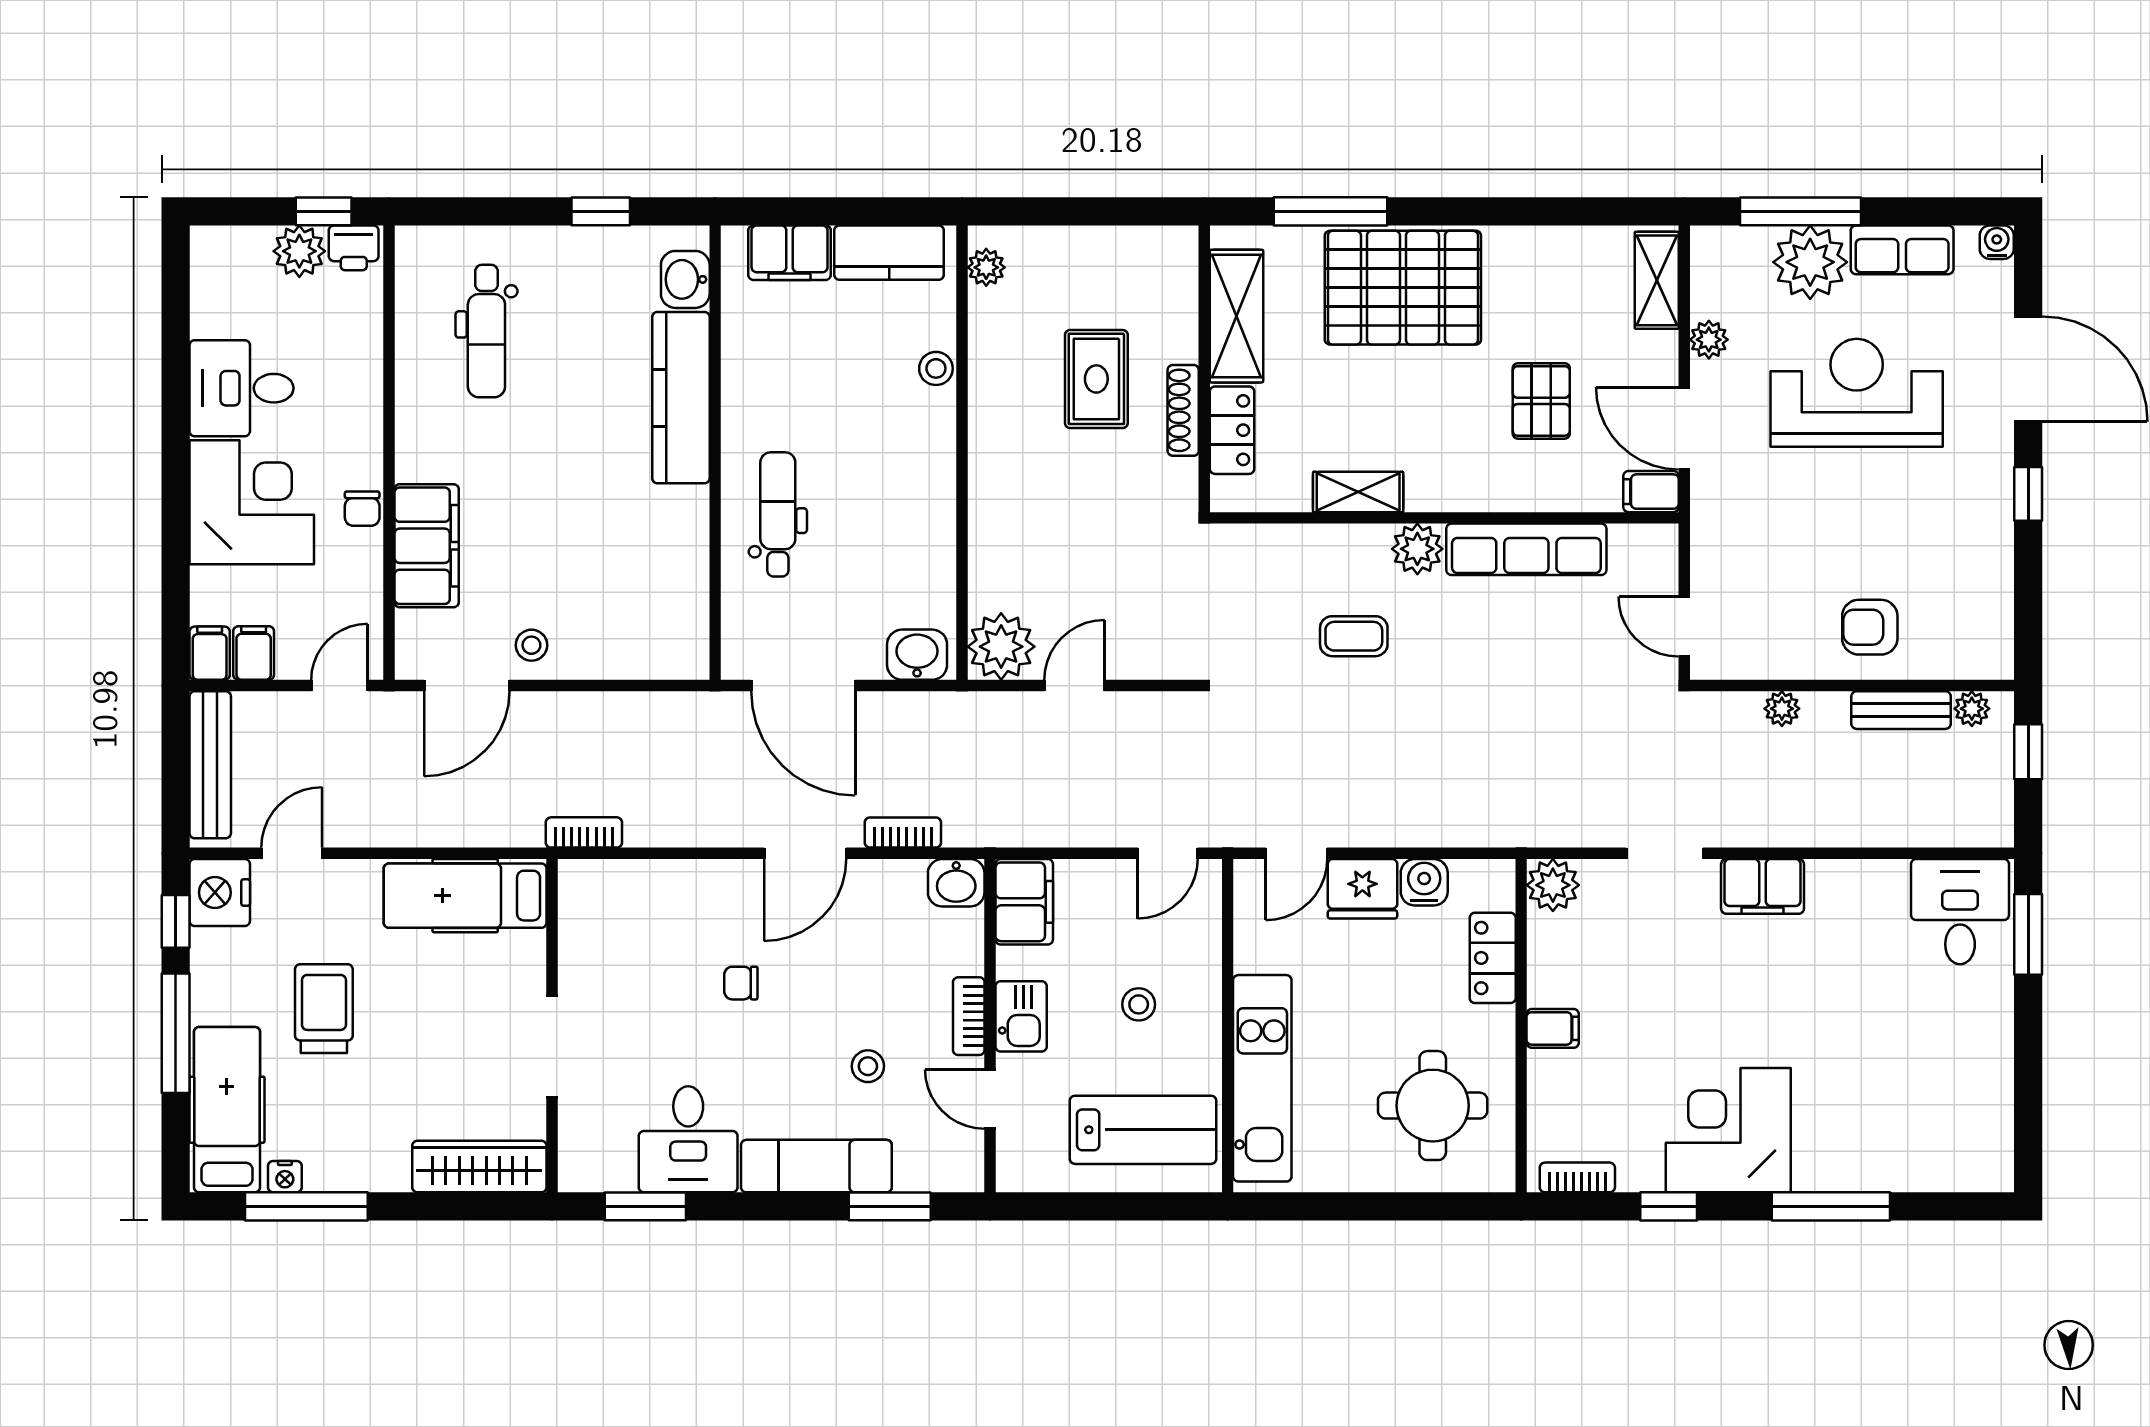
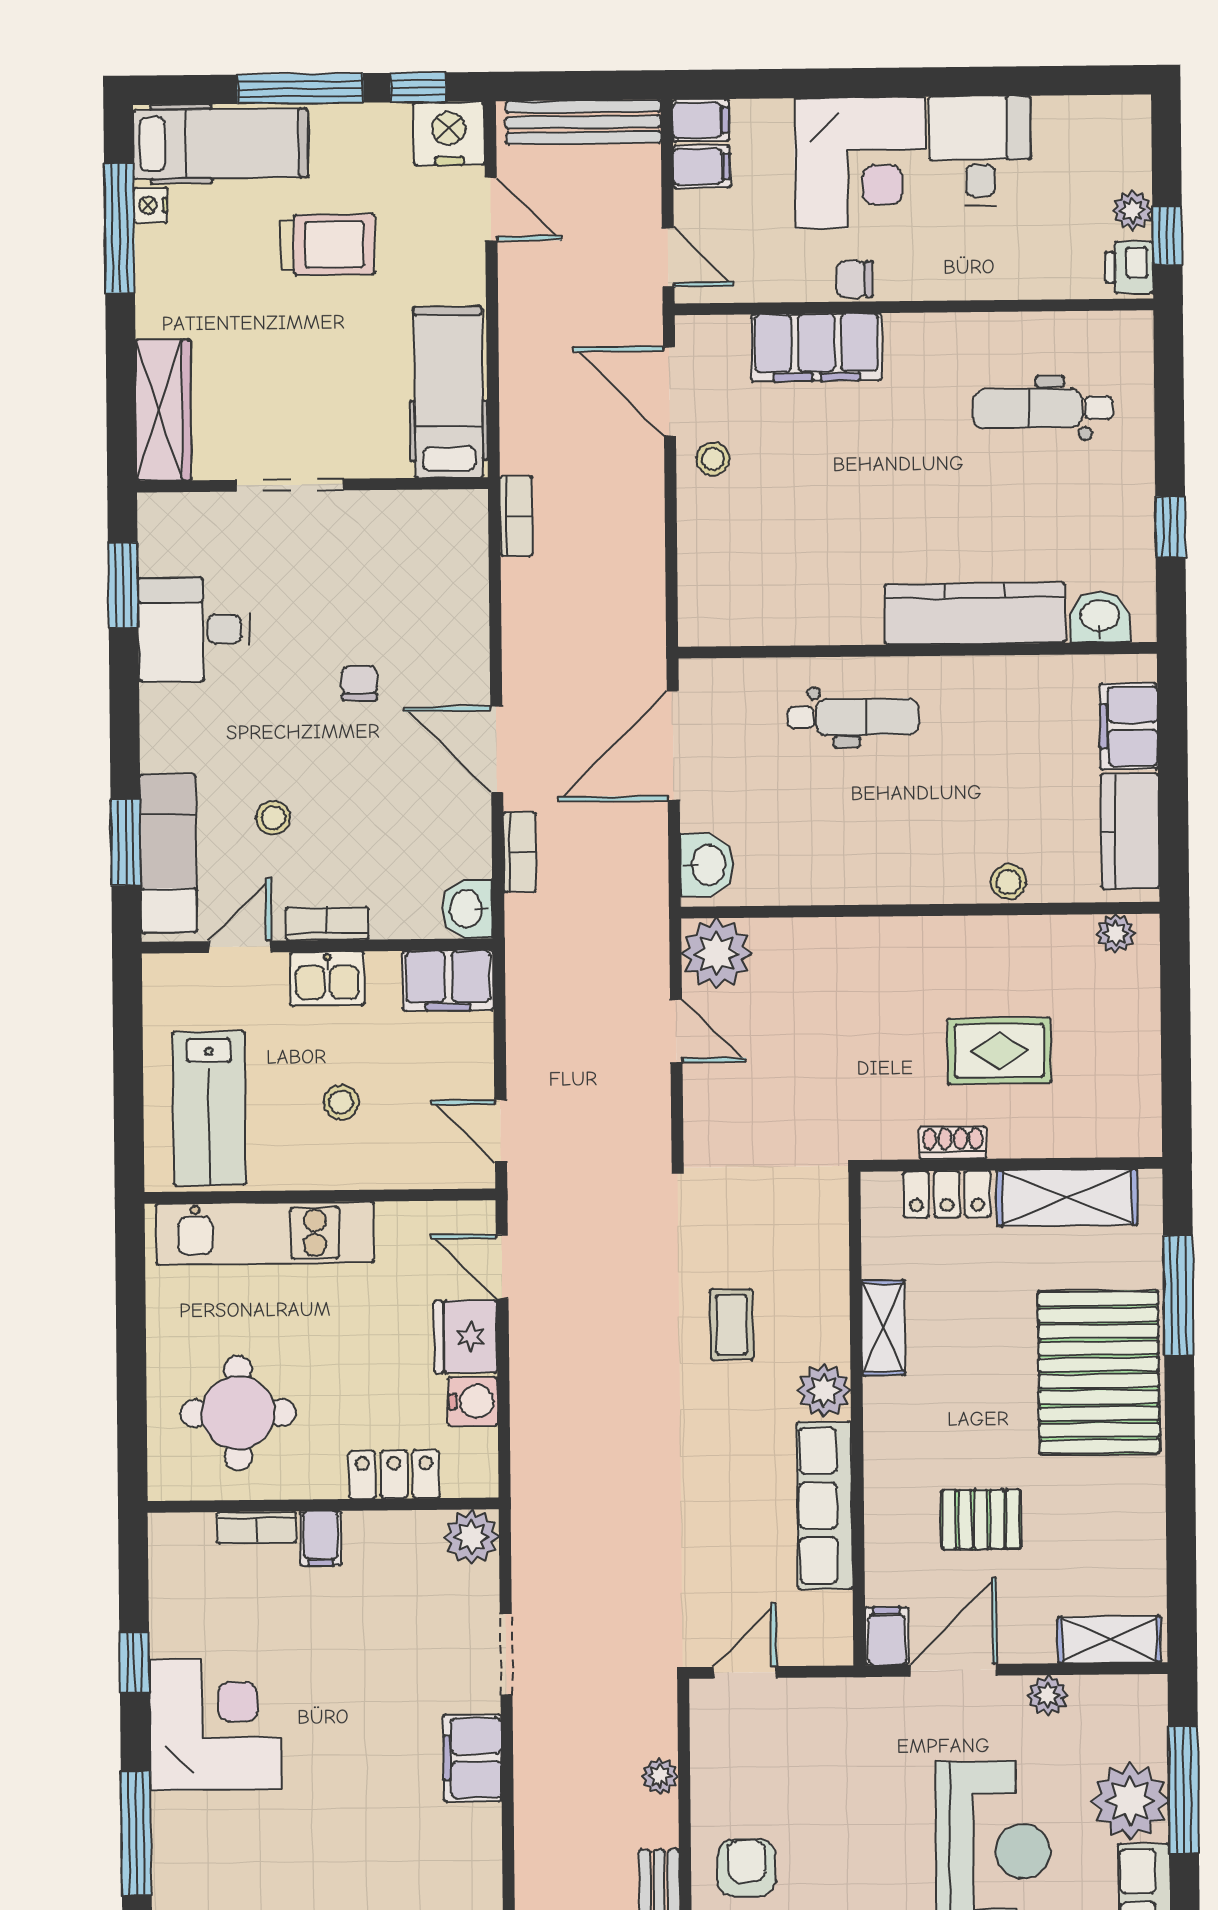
plant: (299, 251) -> (1133, 210), width x0.73, depth x0.73
shoe rack: (1183, 410) -> (953, 1143), width x0.70
exam couch: (816, 1166) -> (168, 854), moved
bookcase: (1577, 1177) -> (257, 1527), moved, turned 90

